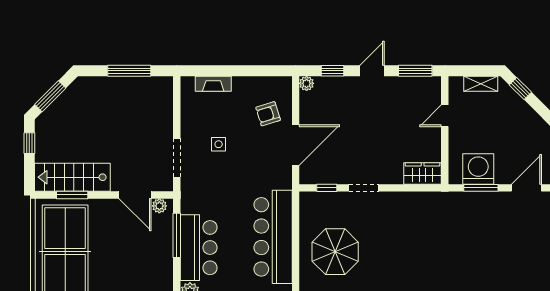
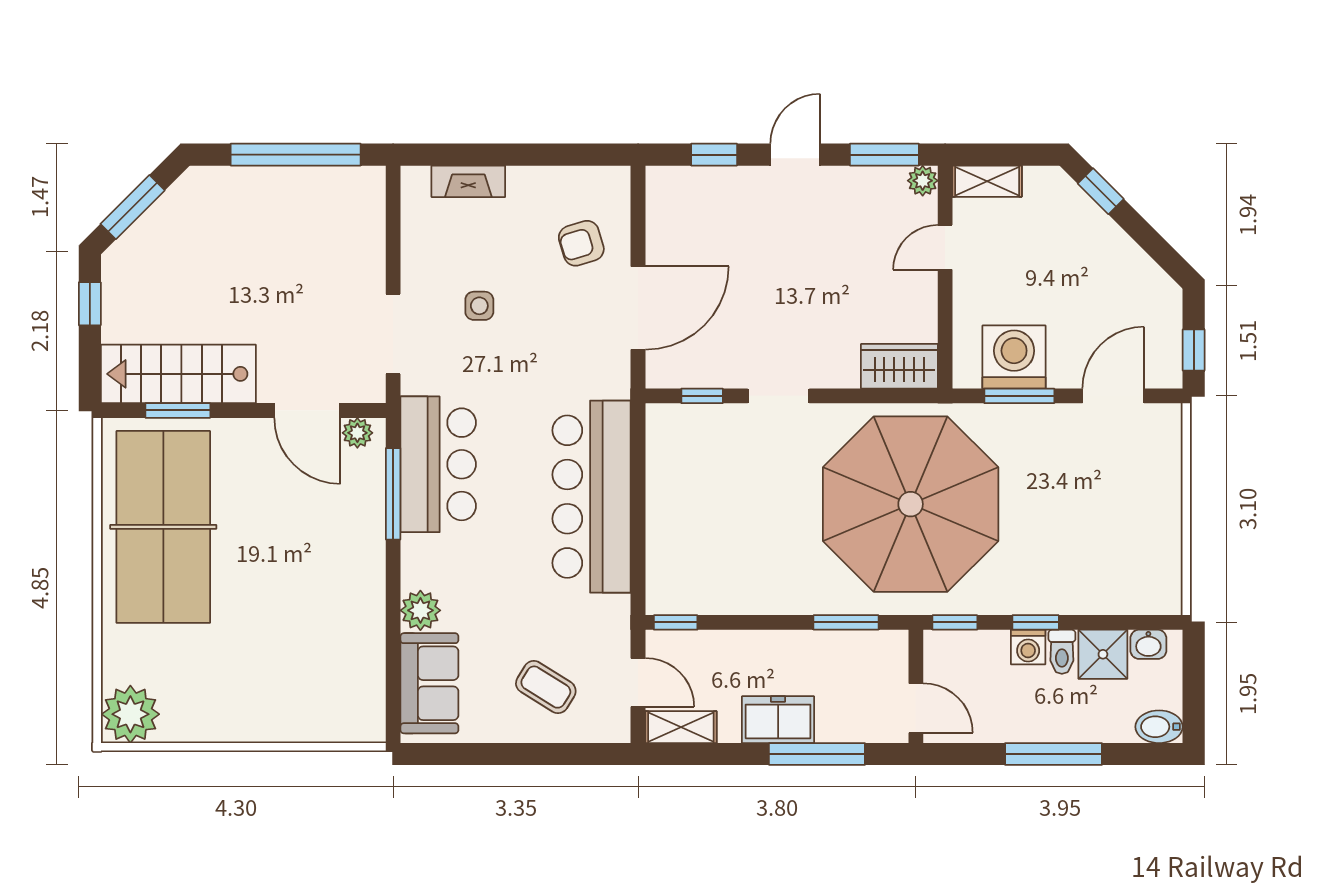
window: (129, 71) -> (296, 155), width x1.46
plant: (307, 83) -> (923, 181), moved
shelving: (481, 84) -> (987, 181), moved
bar counter: (199, 248) -> (438, 464), moved
parasol: (335, 252) -> (911, 504), moved, width x1.86, depth x1.86

